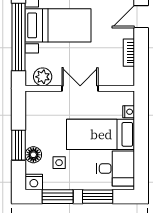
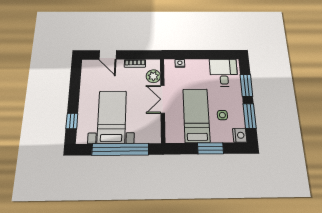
plant: (43, 77) -> (153, 76), moved
bed: (101, 134) -> (196, 115), moved, turned 180
floor lamp: (33, 155) -> (218, 136), removed

